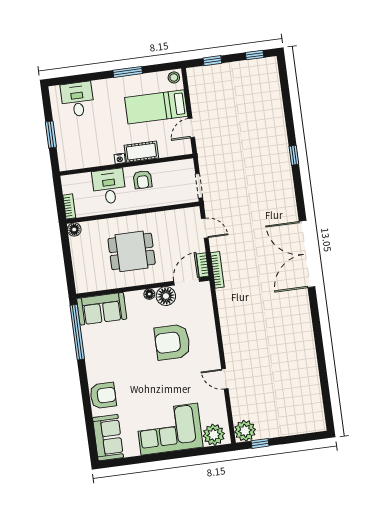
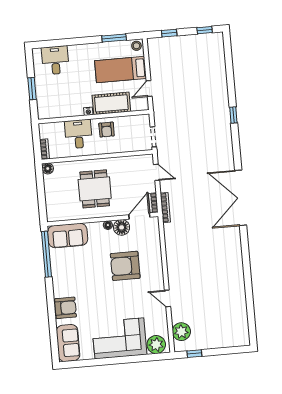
window: (128, 72) -> (114, 38), moved
cot: (141, 152) -> (111, 103), width x1.37, depth x1.34
dining table: (132, 251) -> (95, 189), turned 90
plant: (245, 431) -> (181, 332), moved

